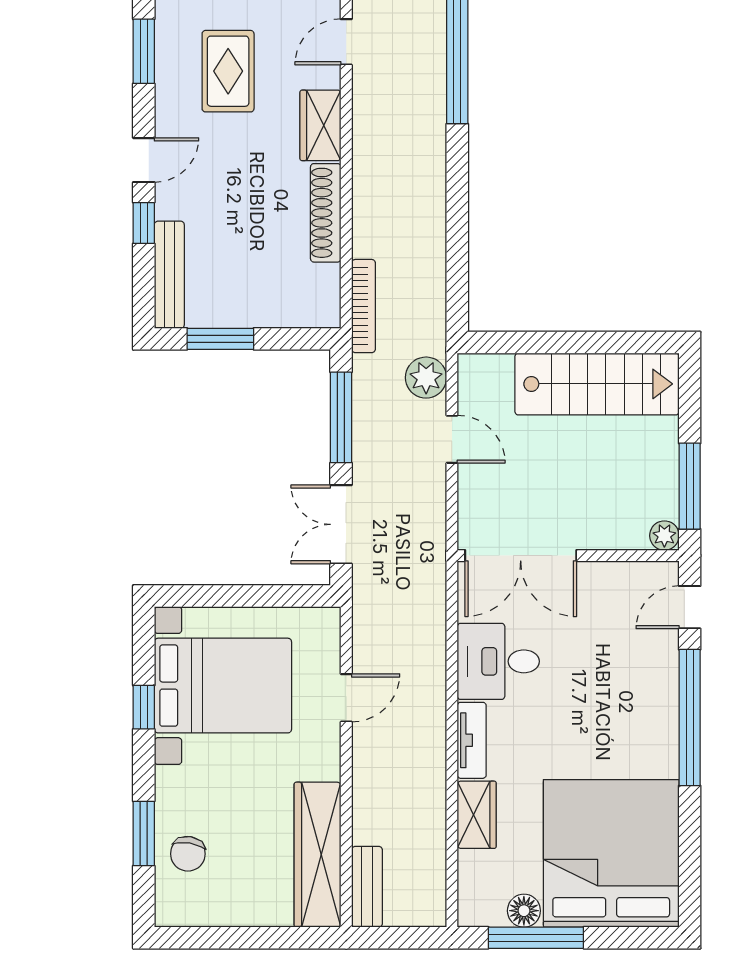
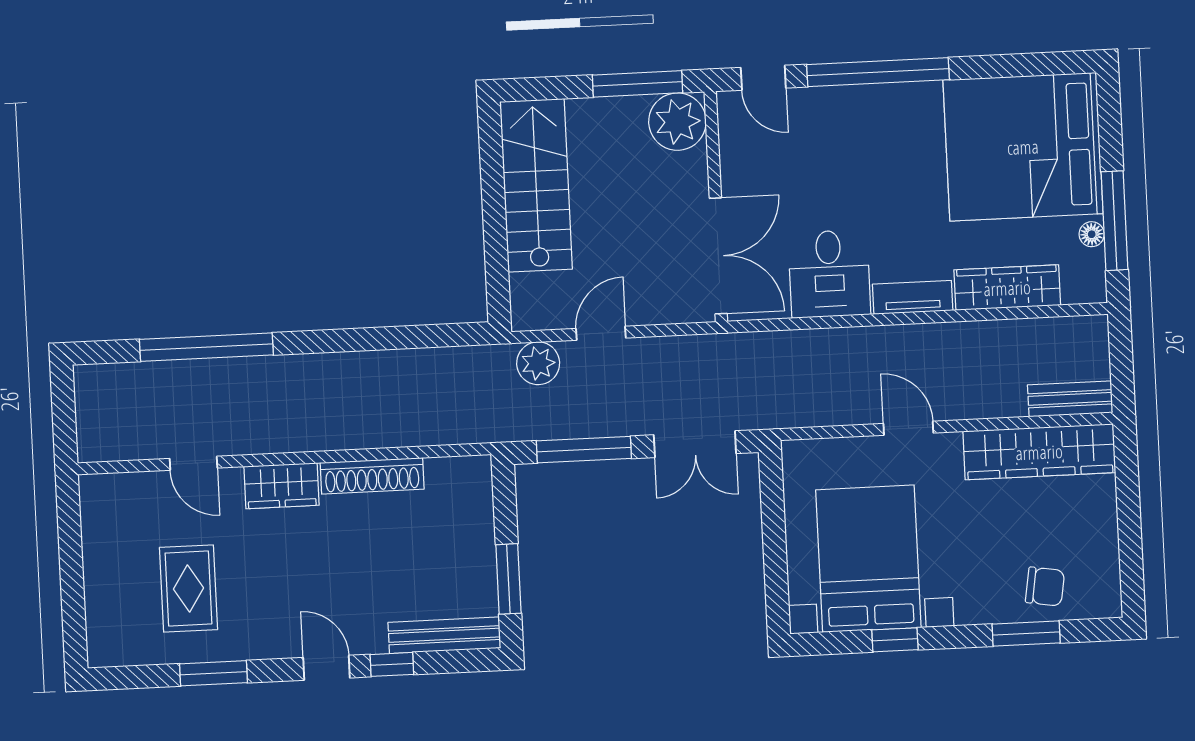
rug: (228, 71) -> (188, 589), moved, turned 90
bookcase: (363, 306) -> (467, 432), removed
plant: (664, 536) -> (677, 122), width x1.88, depth x1.88
door: (346, 698) -> (908, 428), moved
wardrobe: (477, 815) -> (1007, 288), width x1.50
floor lamp: (524, 911) -> (1092, 234), width x0.73, depth x0.73

